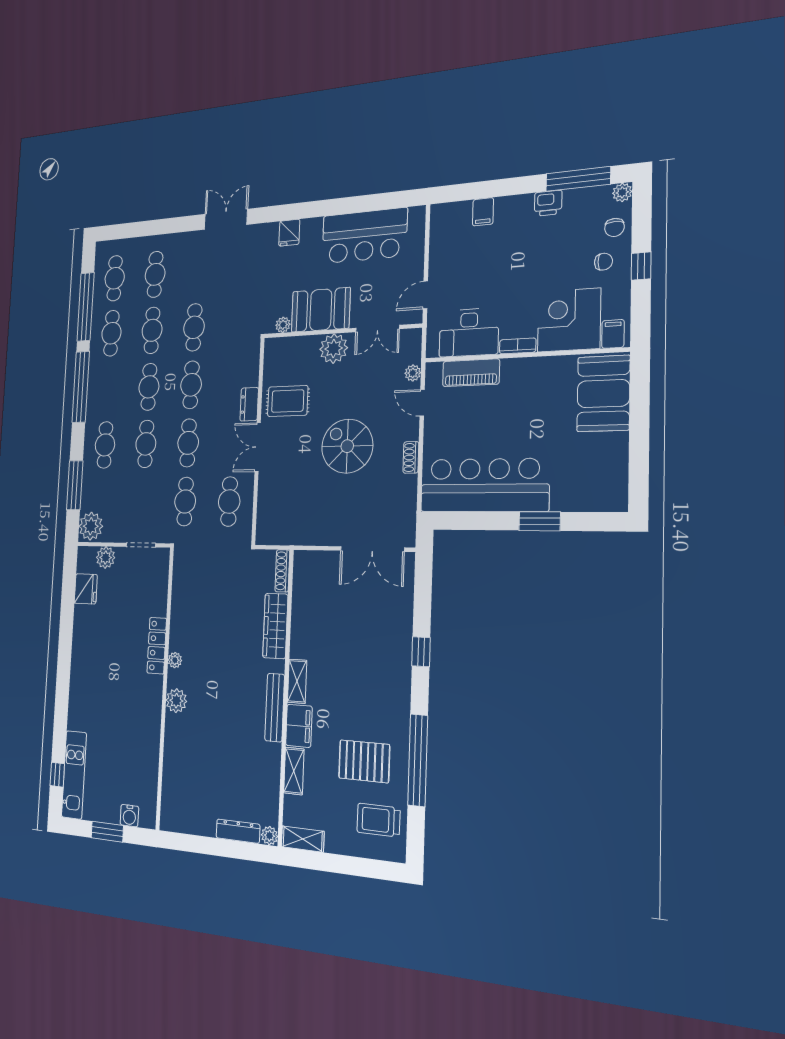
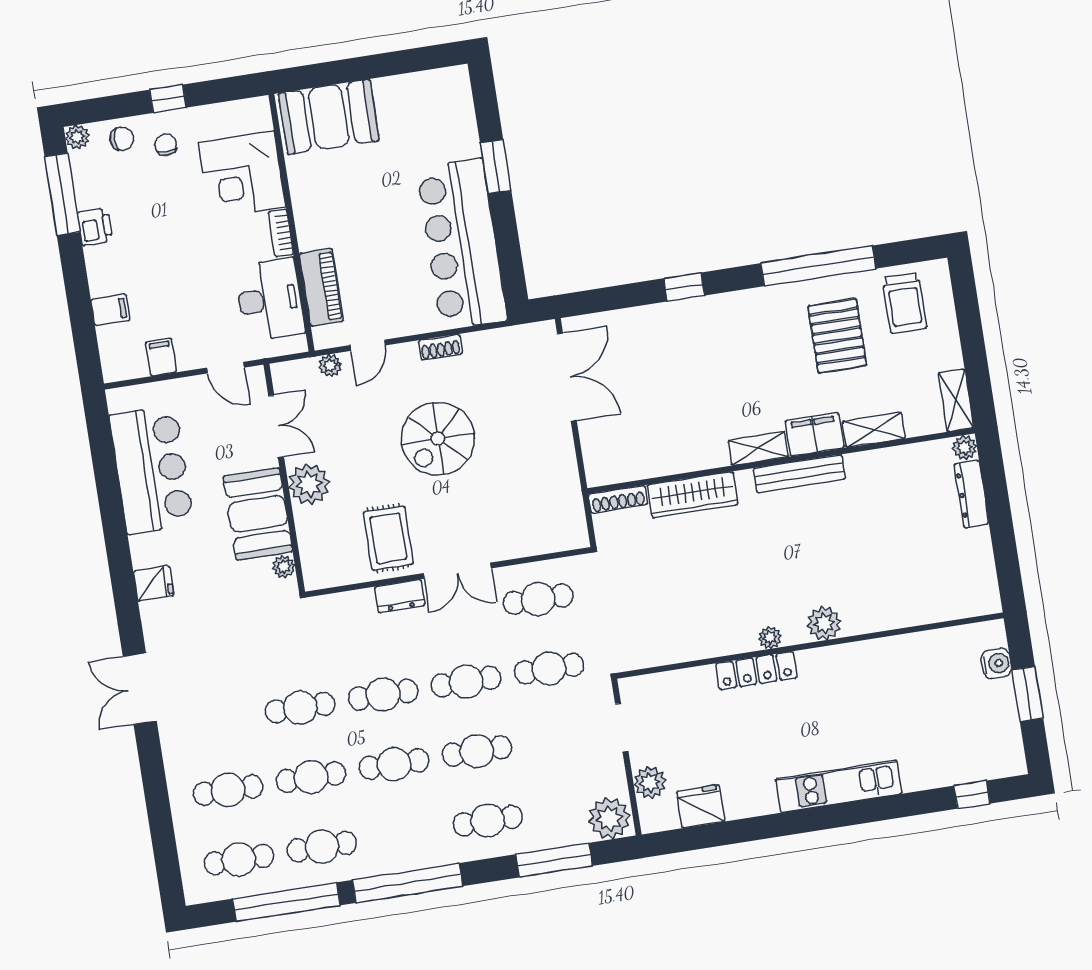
filing cabinet: (613, 334) -> (161, 357), moved, turned 90
kitchen unit: (74, 775) -> (839, 786), moved

